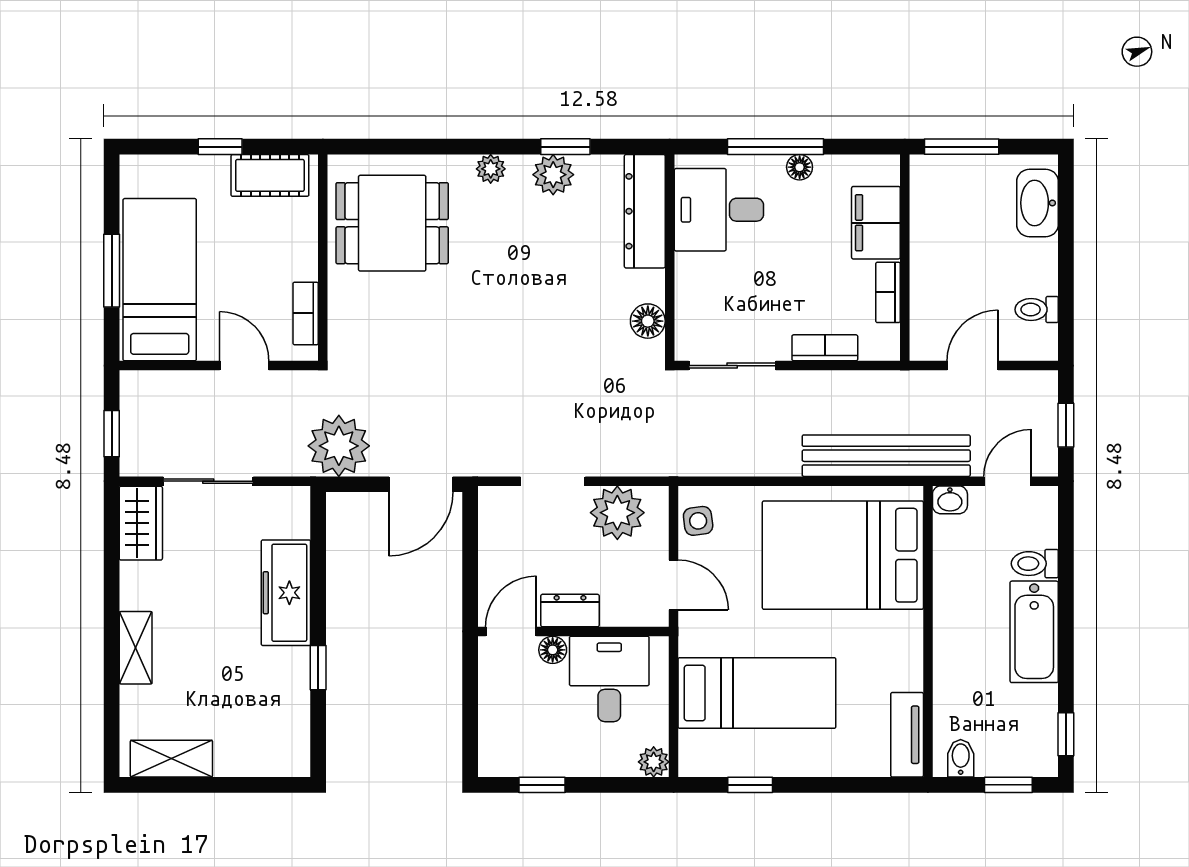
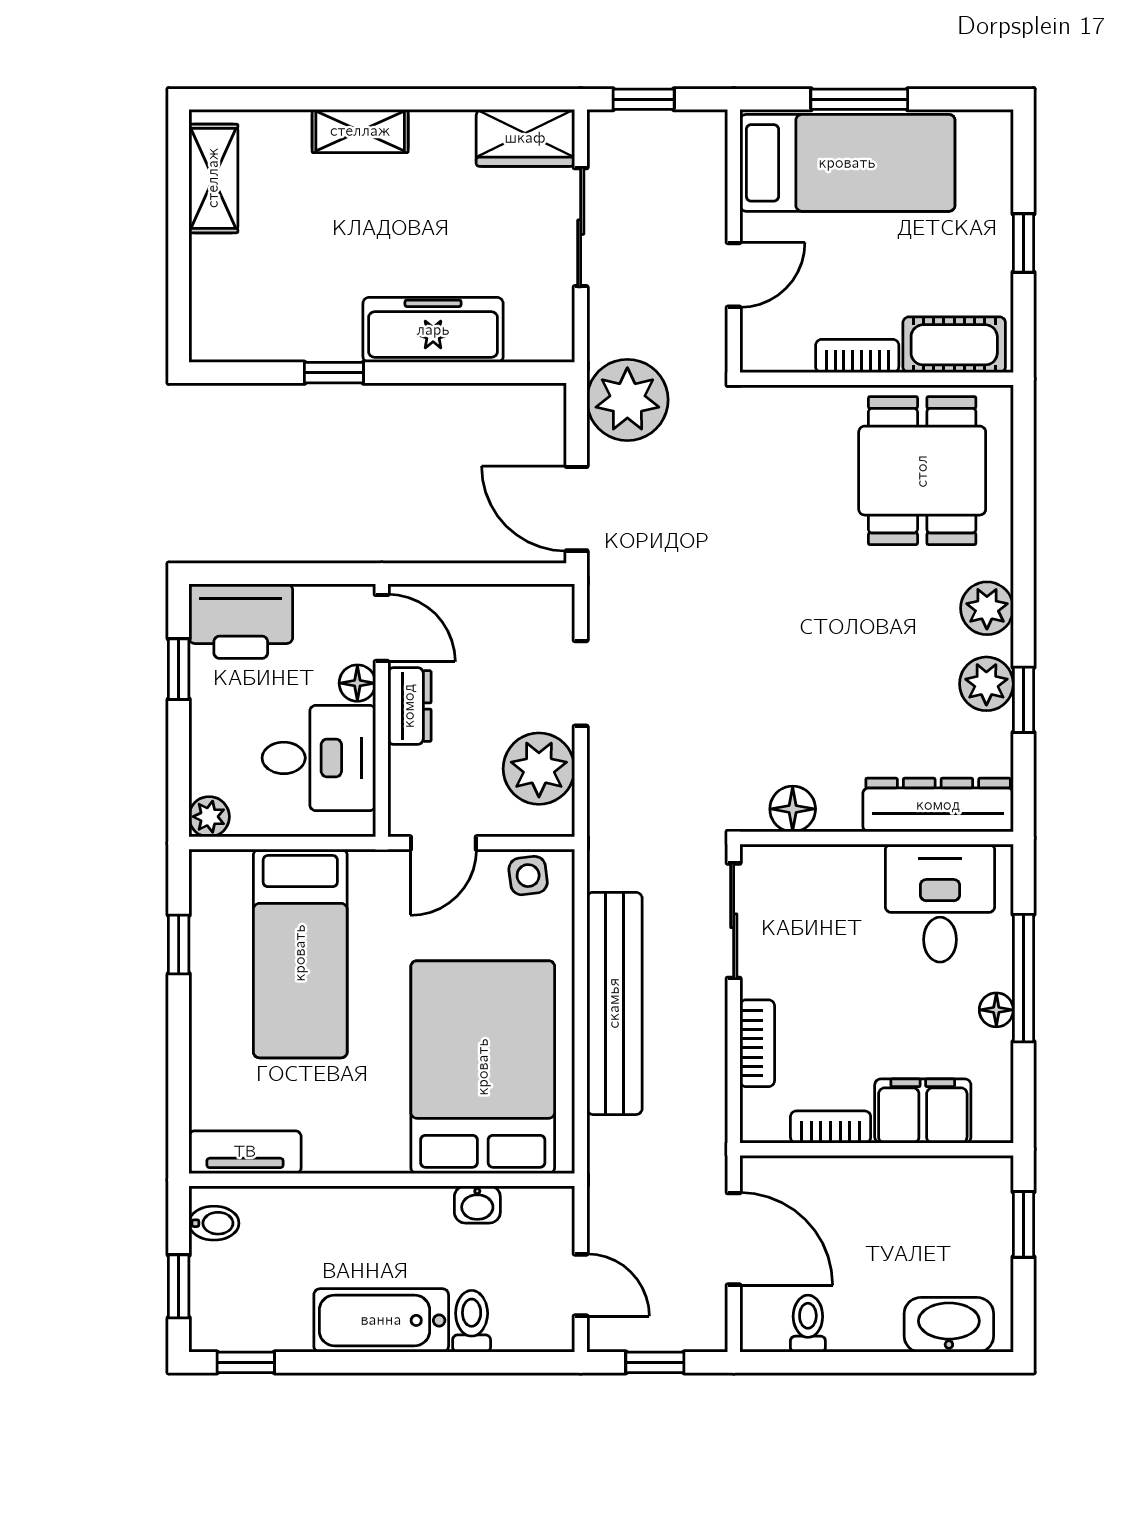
window: (962, 147) -> (1024, 1224), width x0.67
plant: (491, 169) -> (987, 608), width x1.38, depth x1.38
cot: (270, 175) -> (954, 345), moved, turned 90
bookcase: (306, 313) -> (857, 356), moved
door: (973, 366) -> (734, 1239), width x1.38
bench: (886, 456) -> (614, 1003), moved
washbasin: (950, 500) -> (477, 1204), moved, turned -90
printer: (506, 738) -> (241, 621), added

